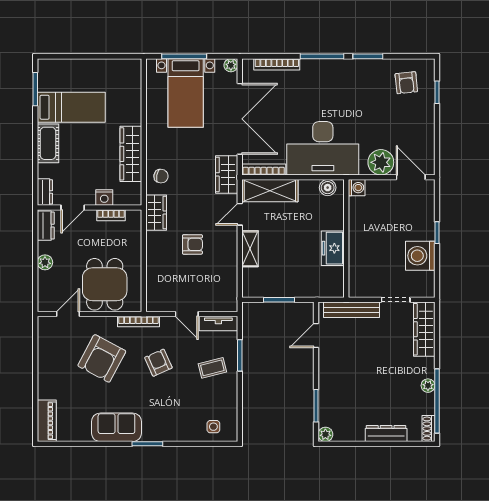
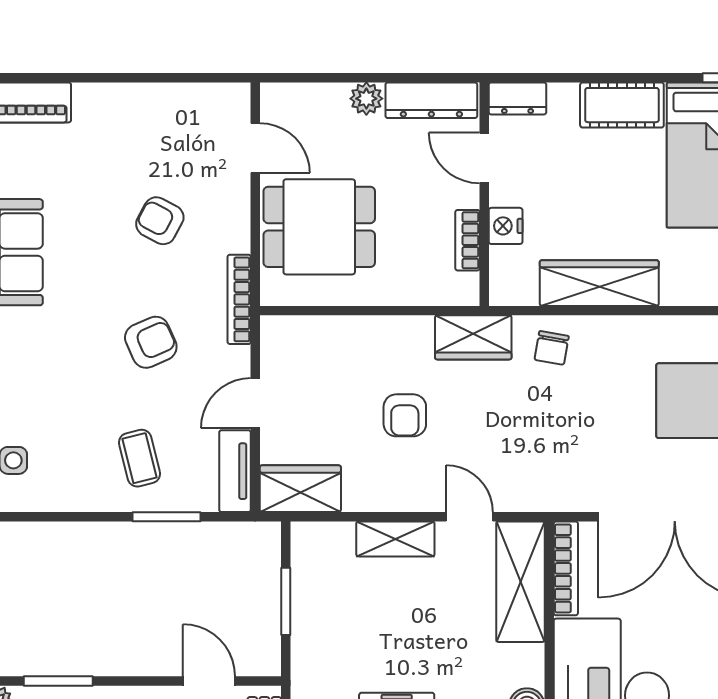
wardrobe: (227, 174) -> (300, 489), moved
dresser: (46, 226) -> (431, 100), width x1.44
armchair: (102, 358) -> (160, 221), width x0.53, depth x0.53

